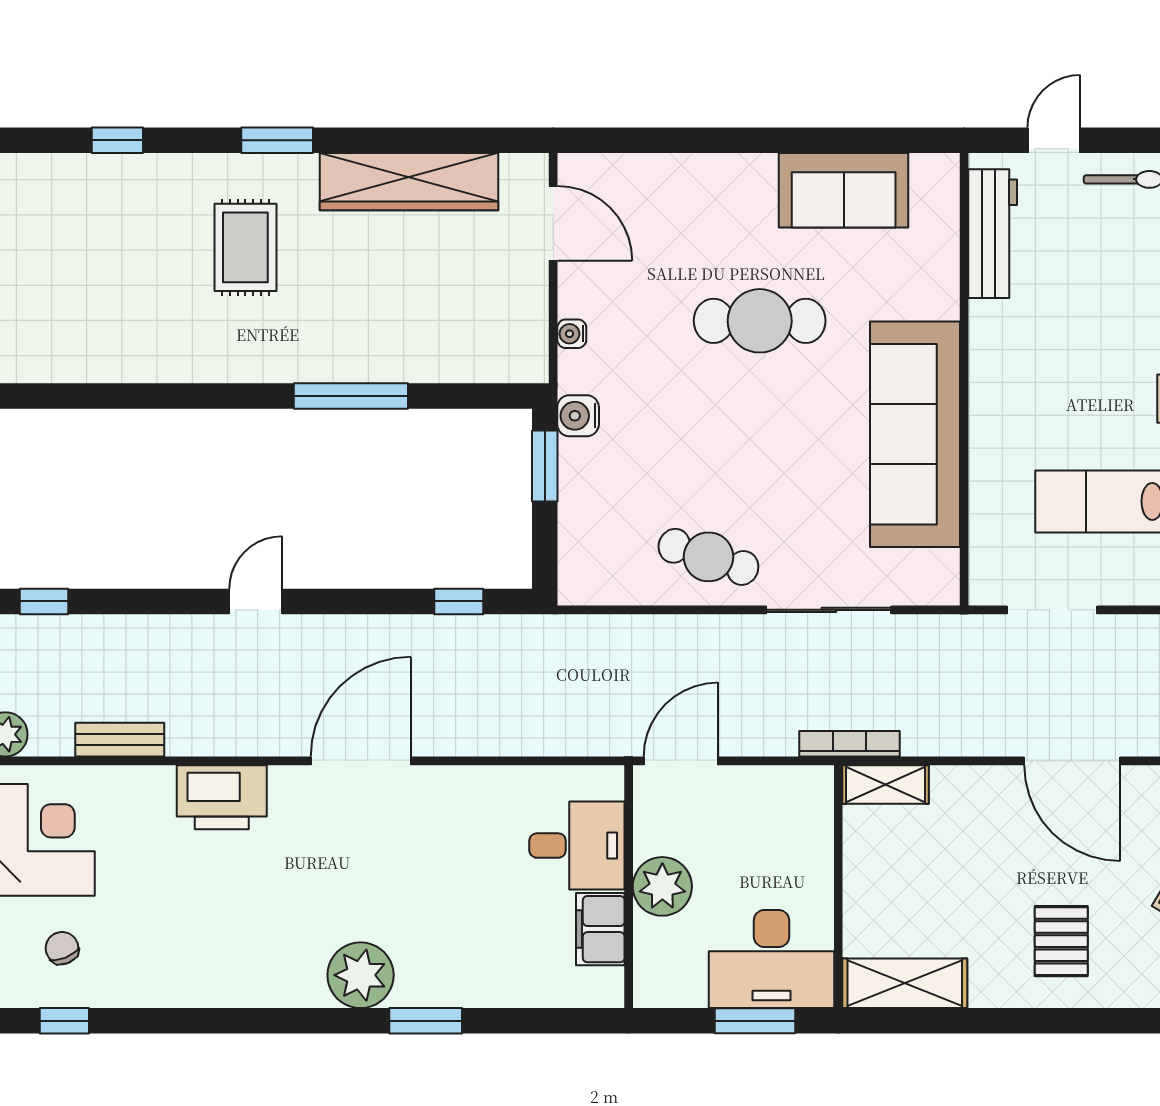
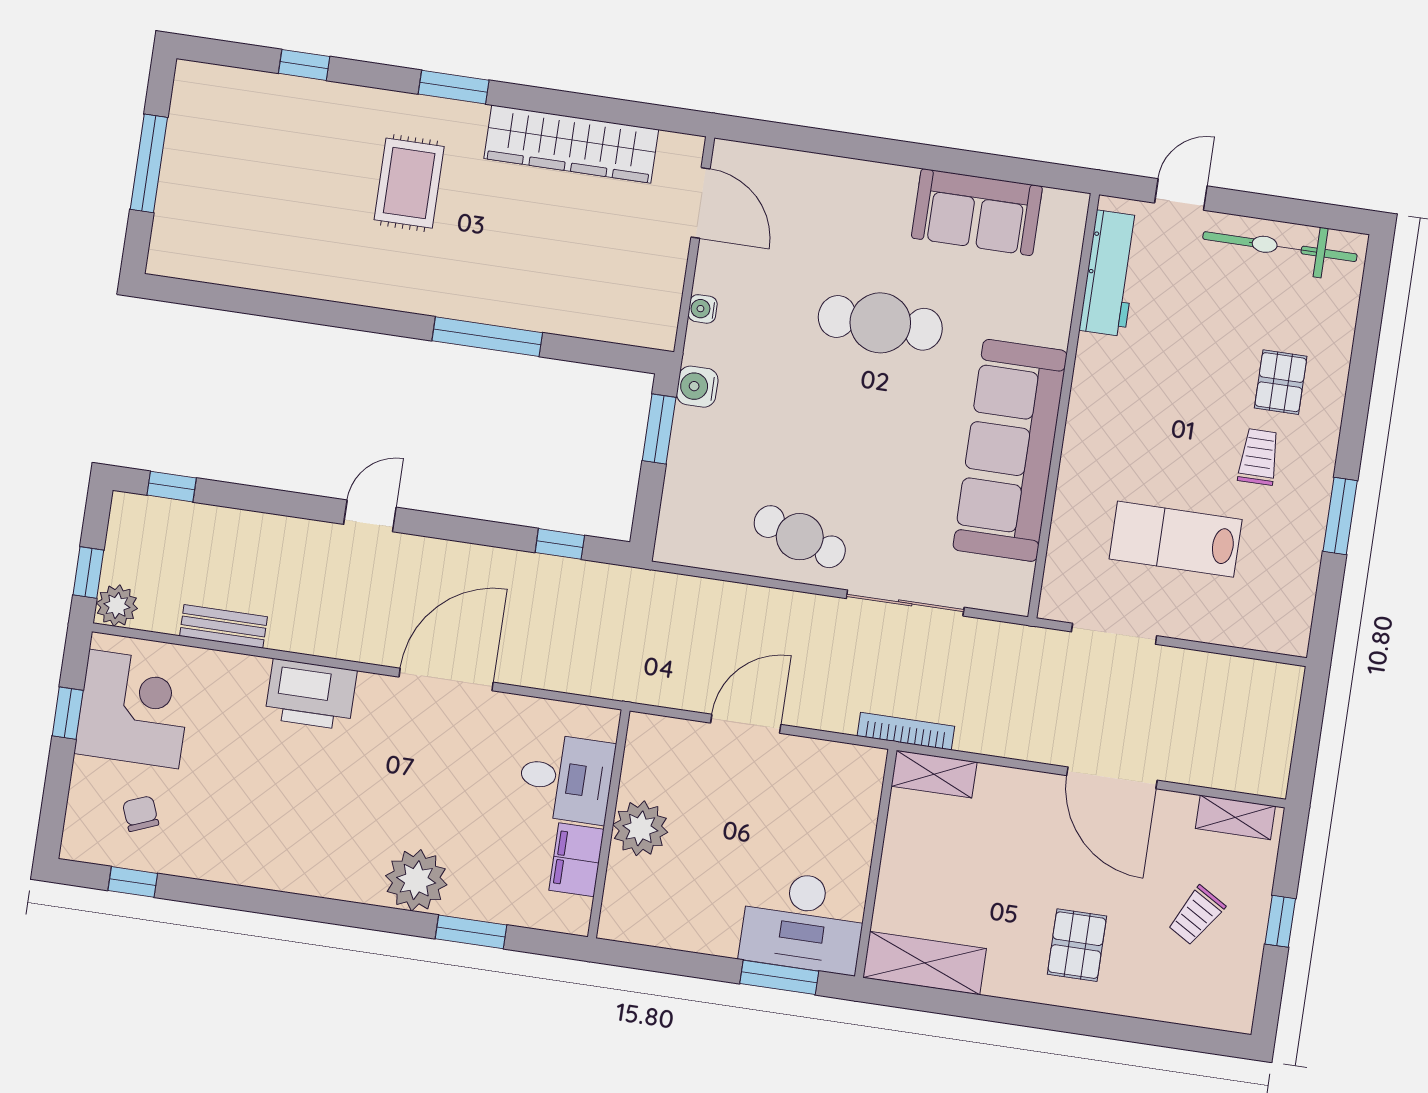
desk: (577, 846) -> (566, 778), moved
plant: (662, 886) -> (640, 828), moved
wall: (629, 887) -> (609, 824), moved
filing cabinet: (600, 929) -> (576, 860), moved

